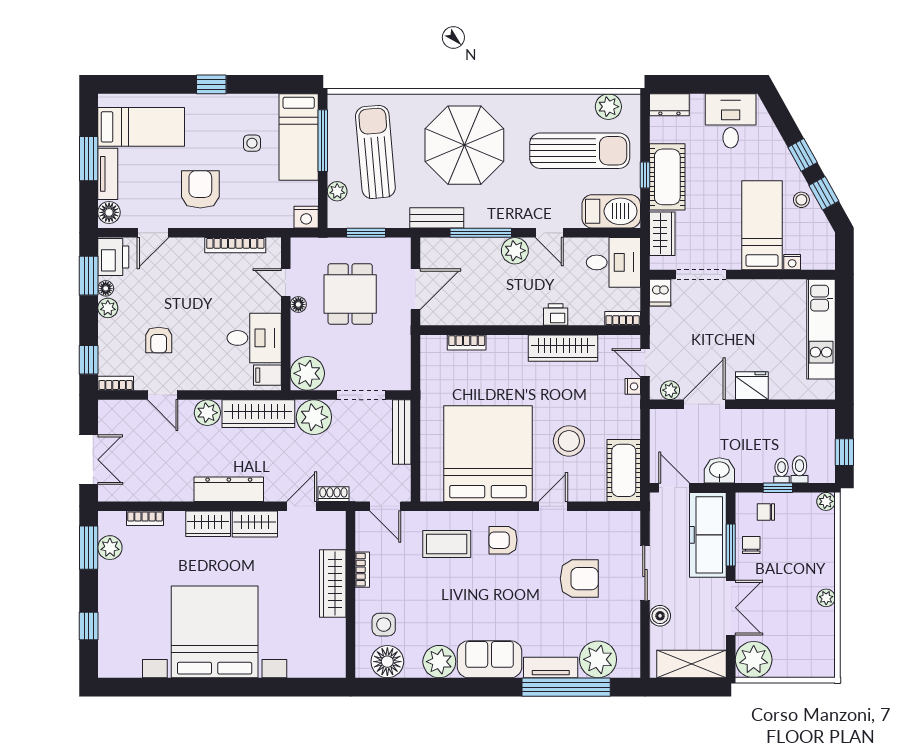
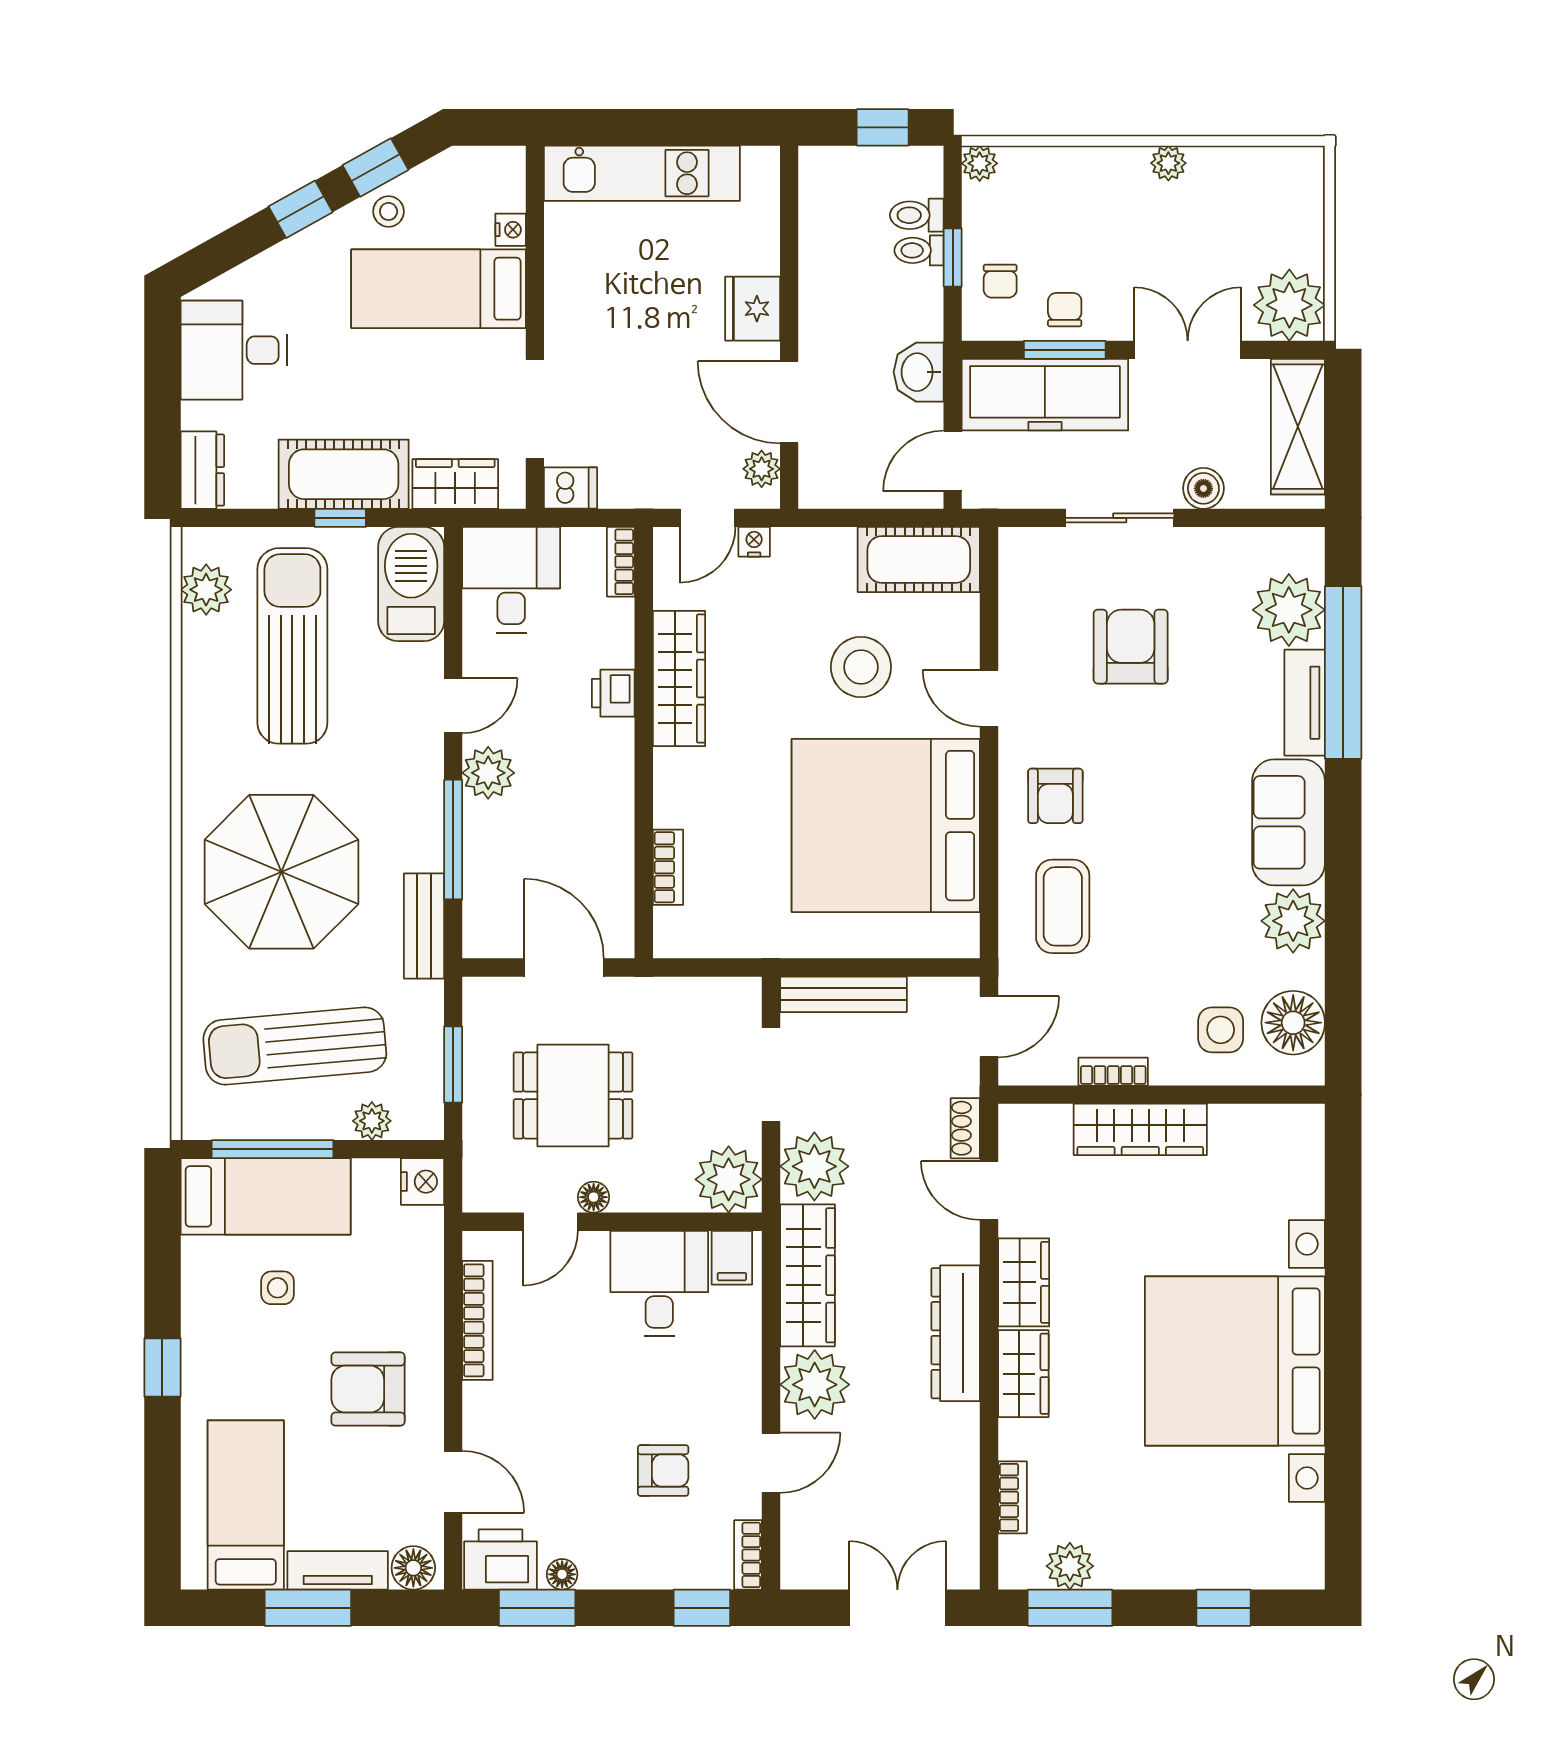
plant: (108, 308) -> (600, 1570), removed
plant: (207, 413) -> (815, 1385), width x1.36, depth x1.36
chair: (751, 545) -> (1065, 310), turned 90

